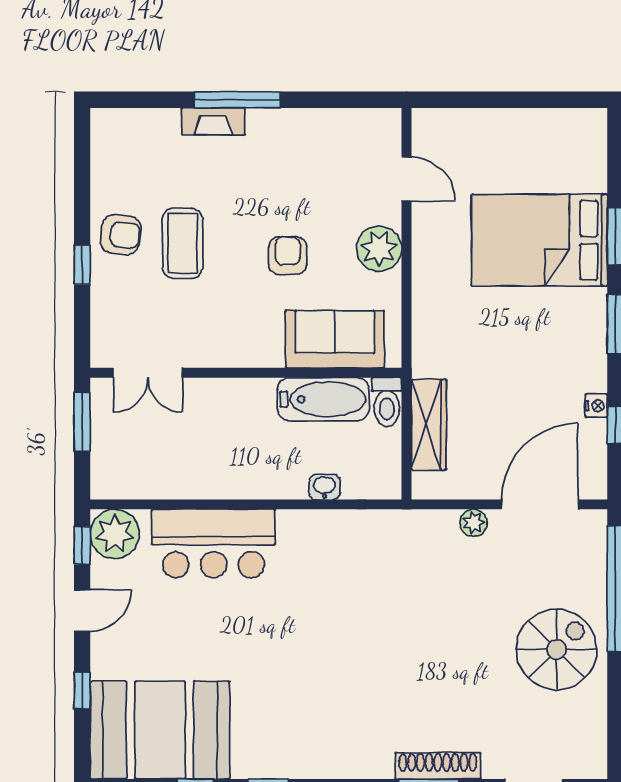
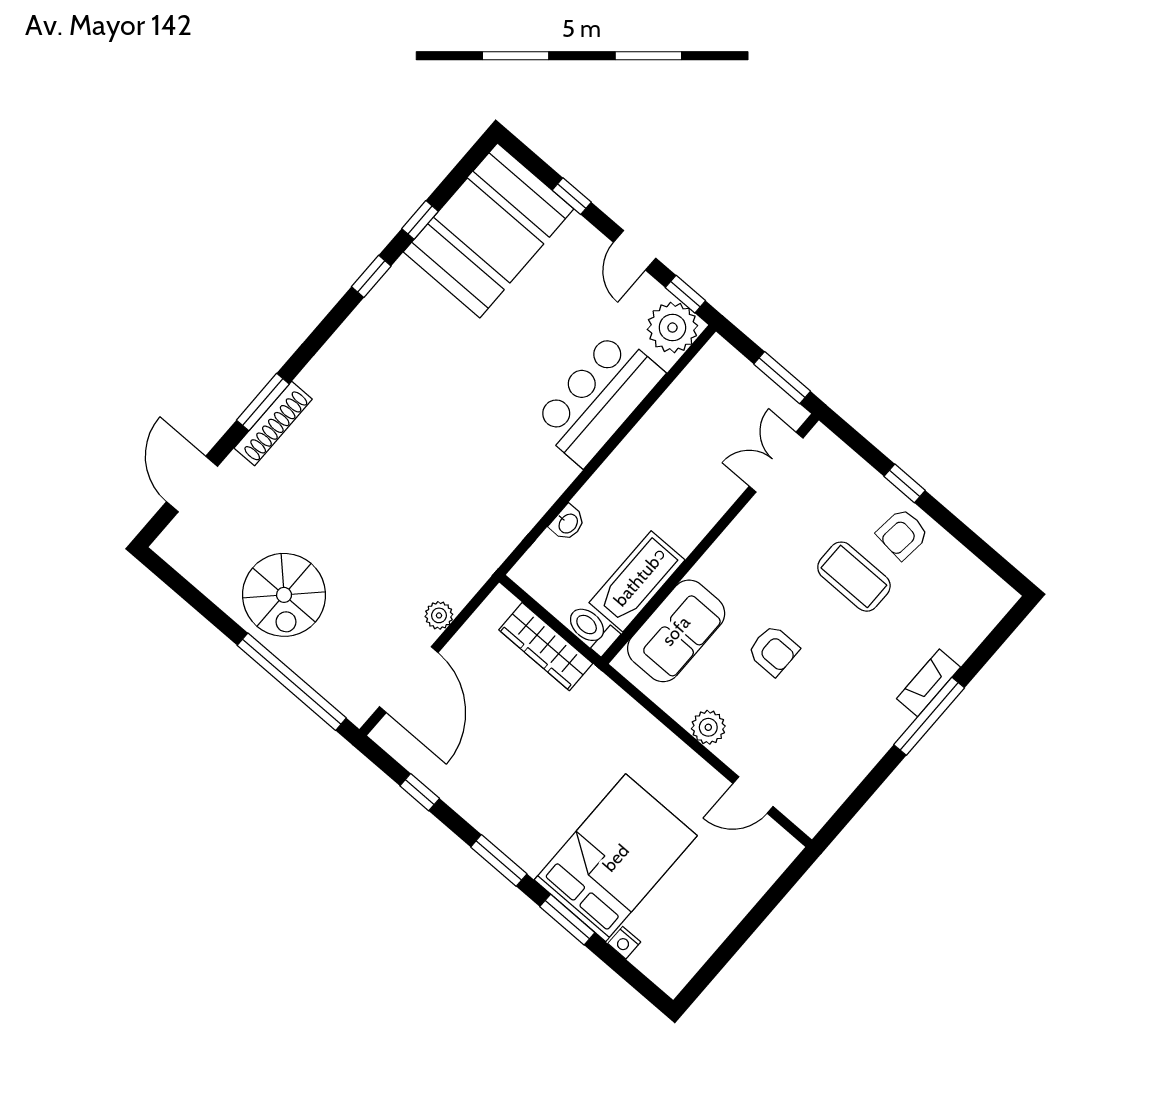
plant: (379, 249) -> (708, 727), width x0.73, depth x0.73
nightstand: (596, 406) -> (624, 943), moved

